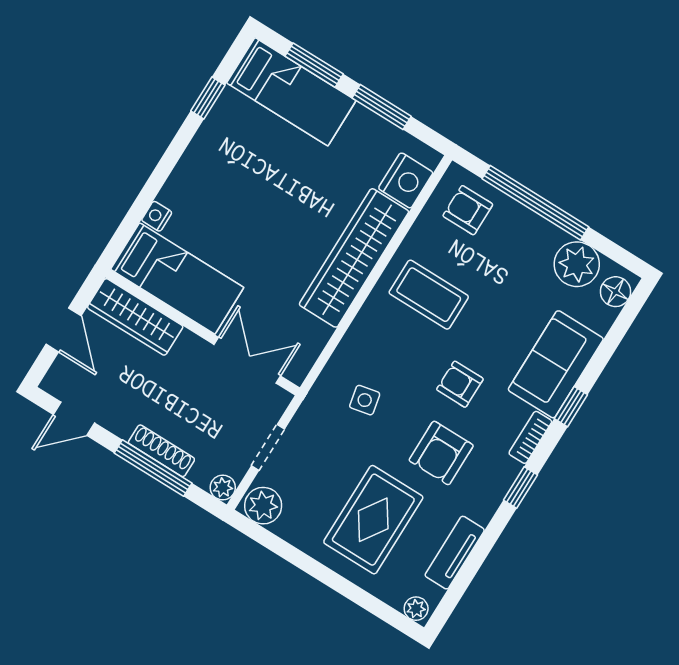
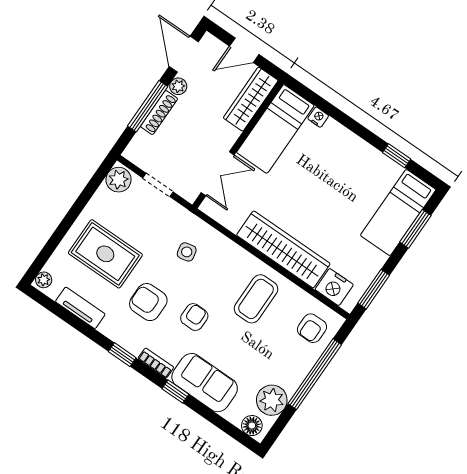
window: (382, 107) -> (374, 289), moved
armchair: (468, 210) -> (312, 328), turned 180
door: (74, 419) -> (184, 54), width x1.38
plant: (223, 487) -> (178, 86), moved

